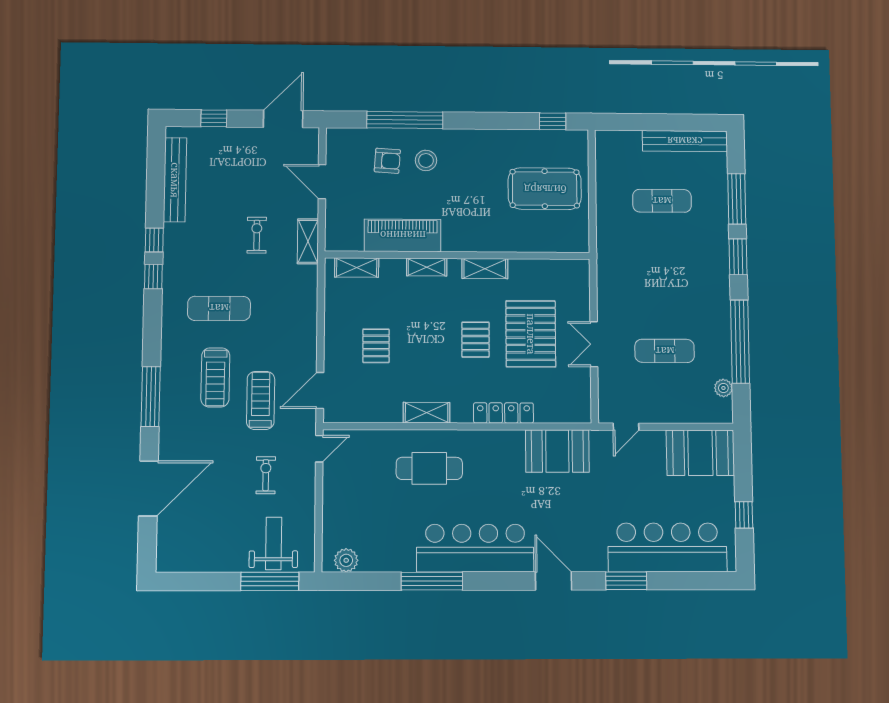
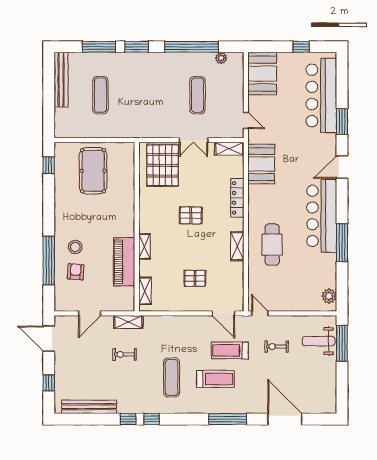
shelving: (485, 269) -> (229, 149), moved, turned 90
pallet: (531, 334) -> (163, 165), moved, turned 90

